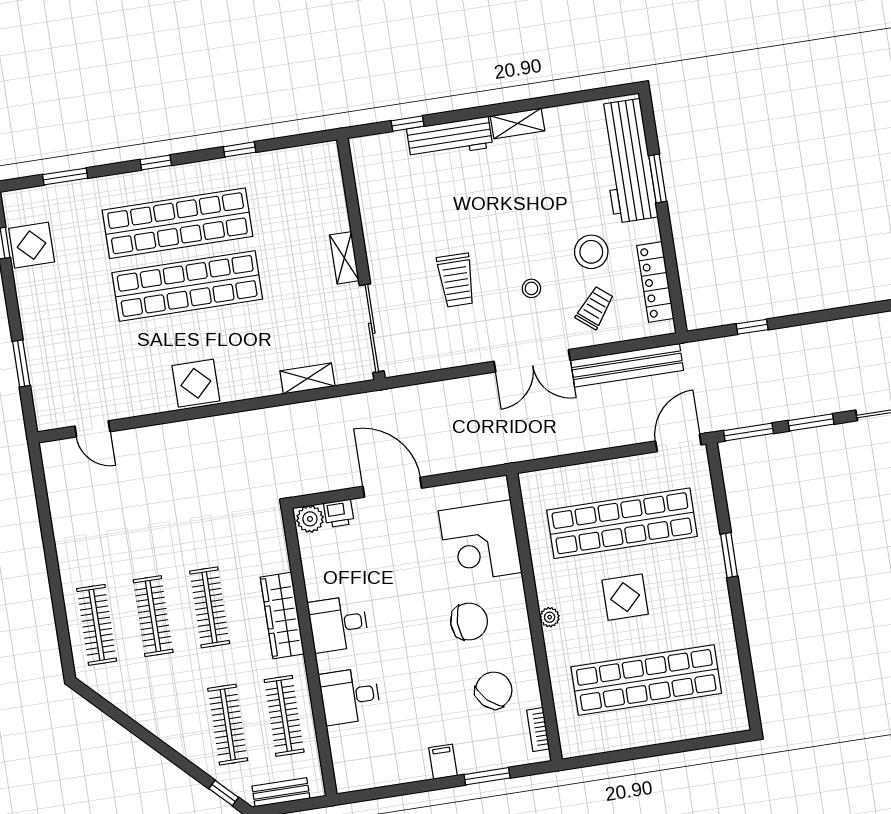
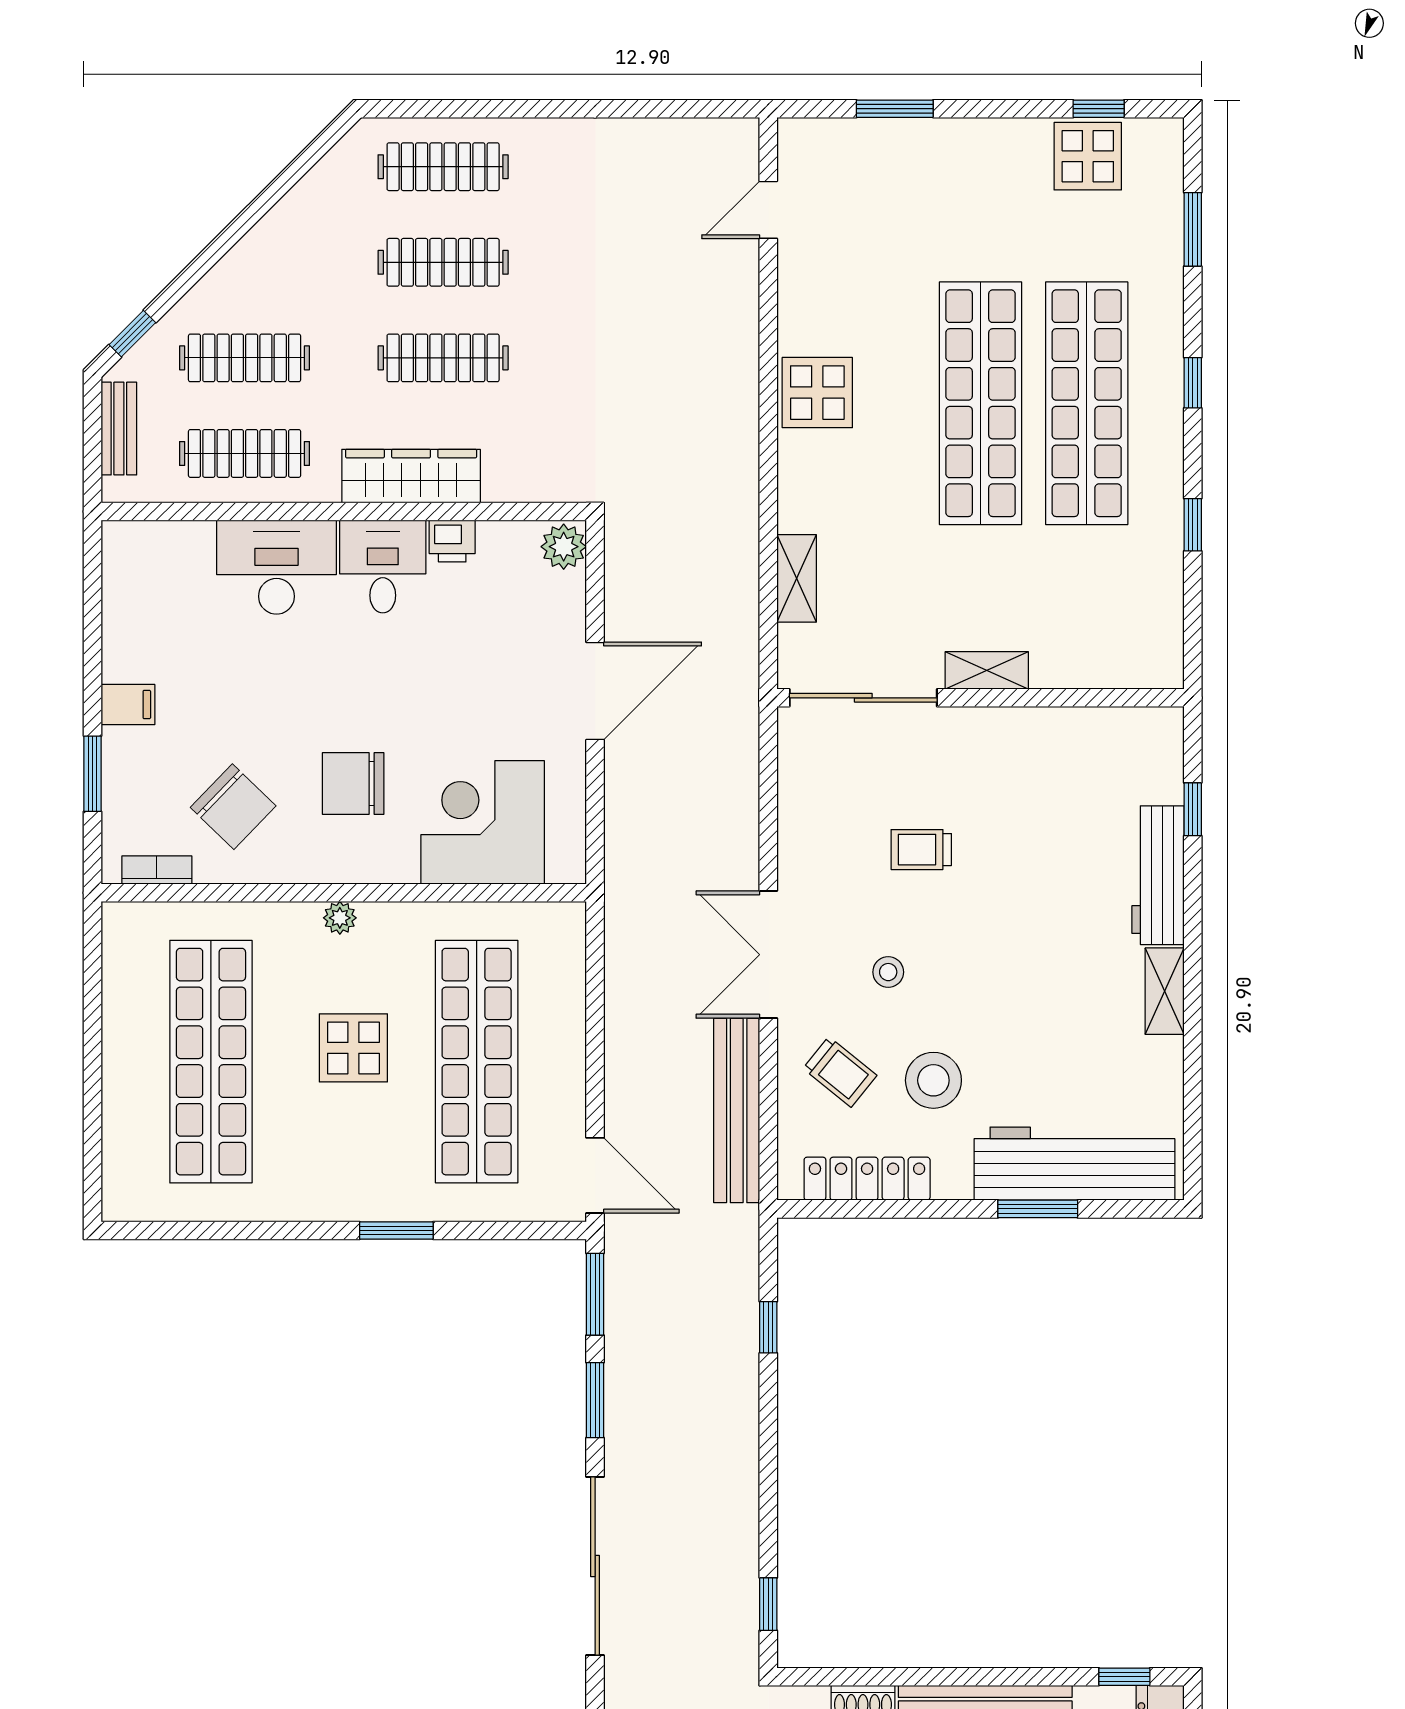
trolley: (456, 280) -> (921, 850), width x0.73, depth x0.72
printer: (339, 513) -> (452, 541), moved, turned -90
chair: (469, 622) -> (353, 783), turned 90
desk: (350, 696) -> (276, 567), width x1.37

